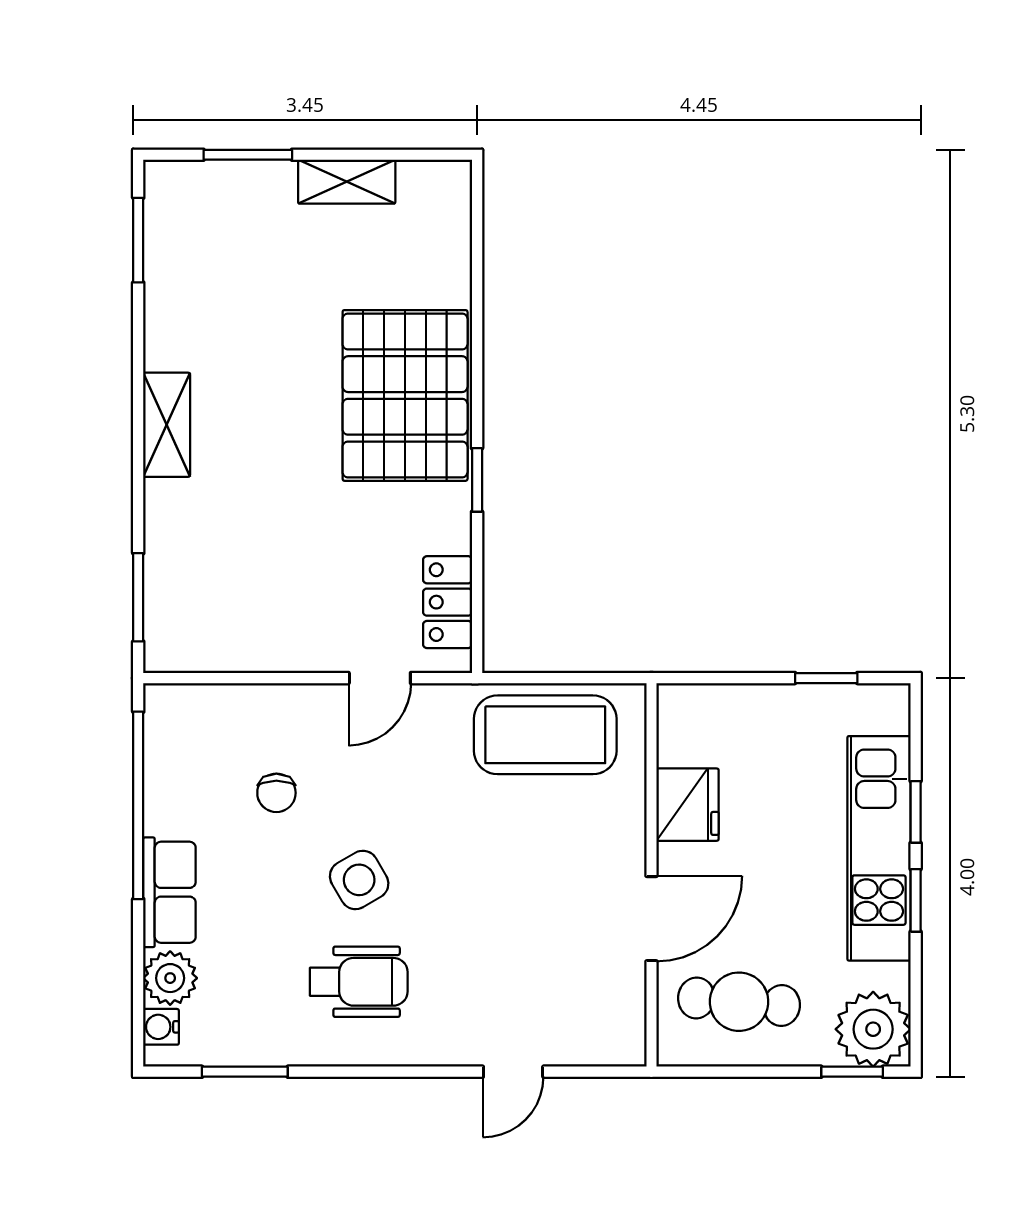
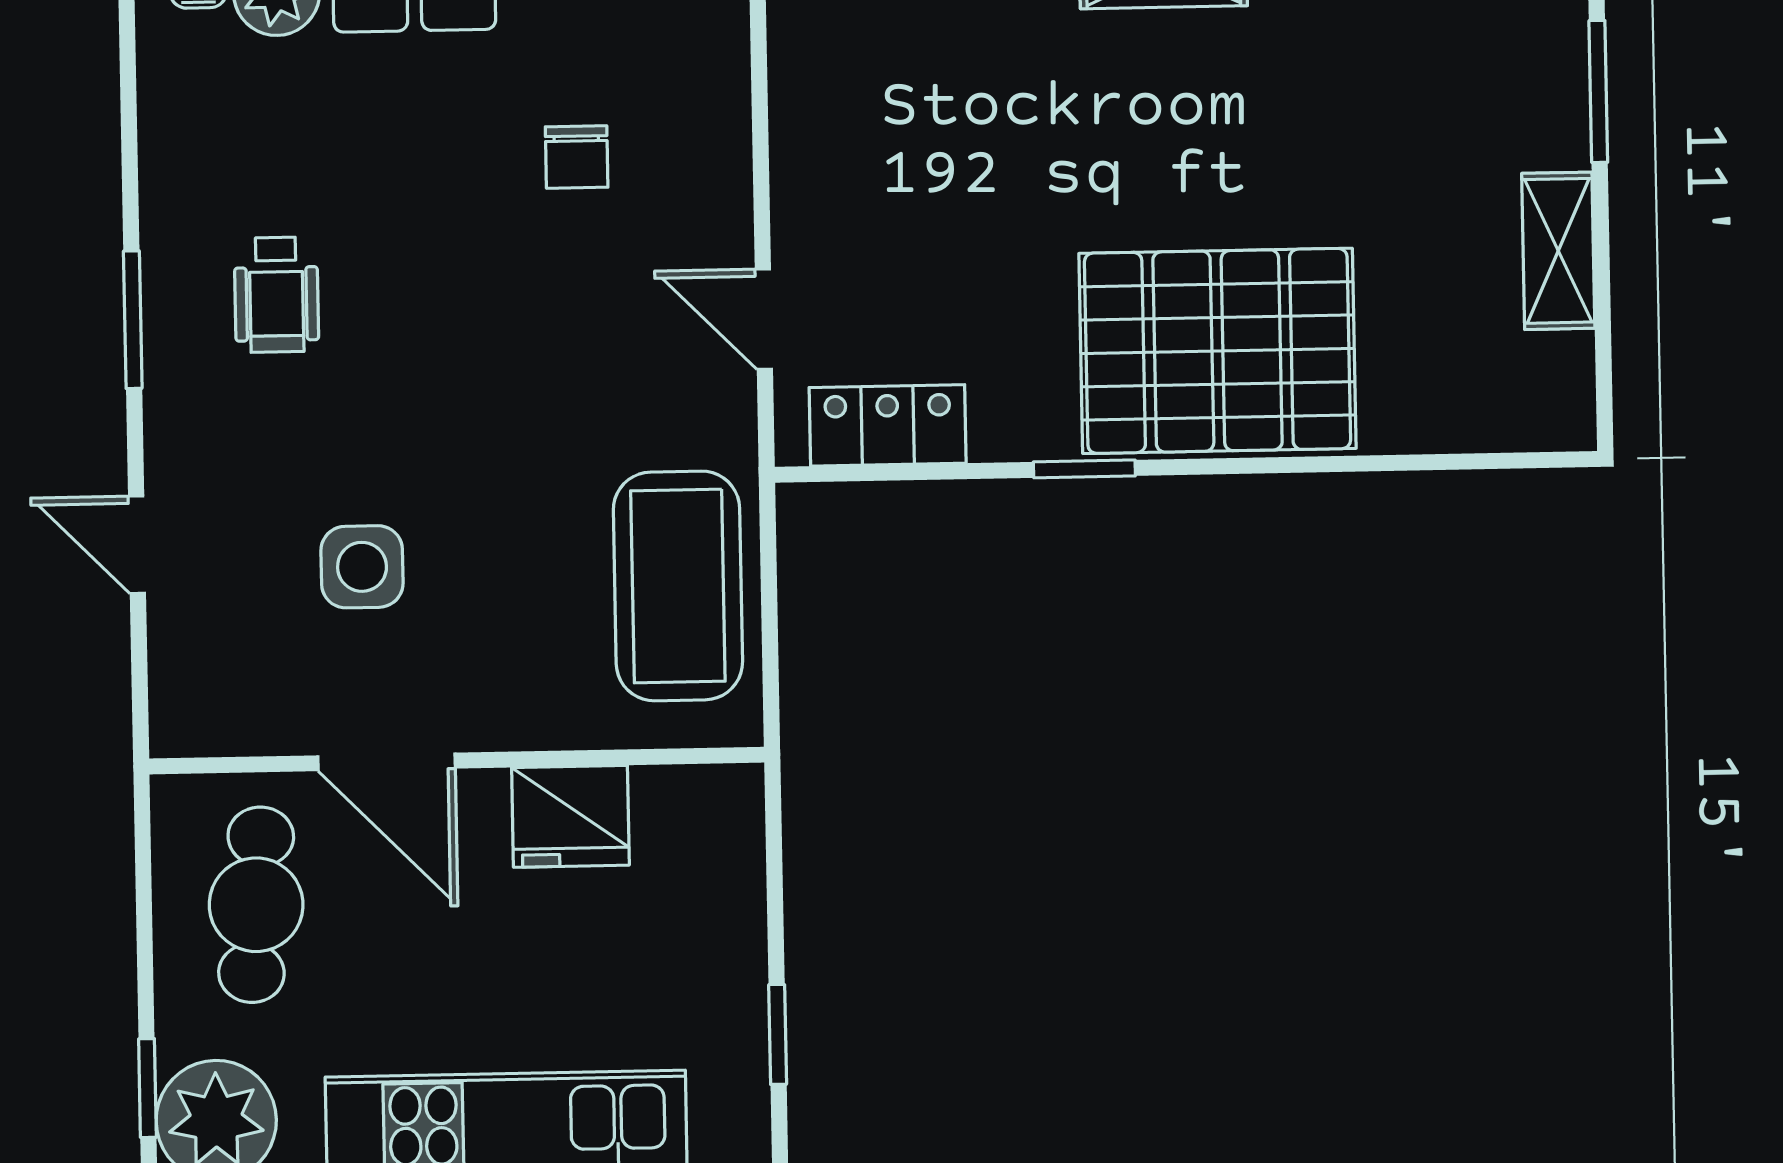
chair: (276, 793) -> (577, 157), turned -90
side table: (359, 880) -> (362, 567), moved, turned 30
wheelchair: (359, 982) -> (276, 295), width x0.73, depth x0.73
window: (245, 1072) -> (133, 320), moved

